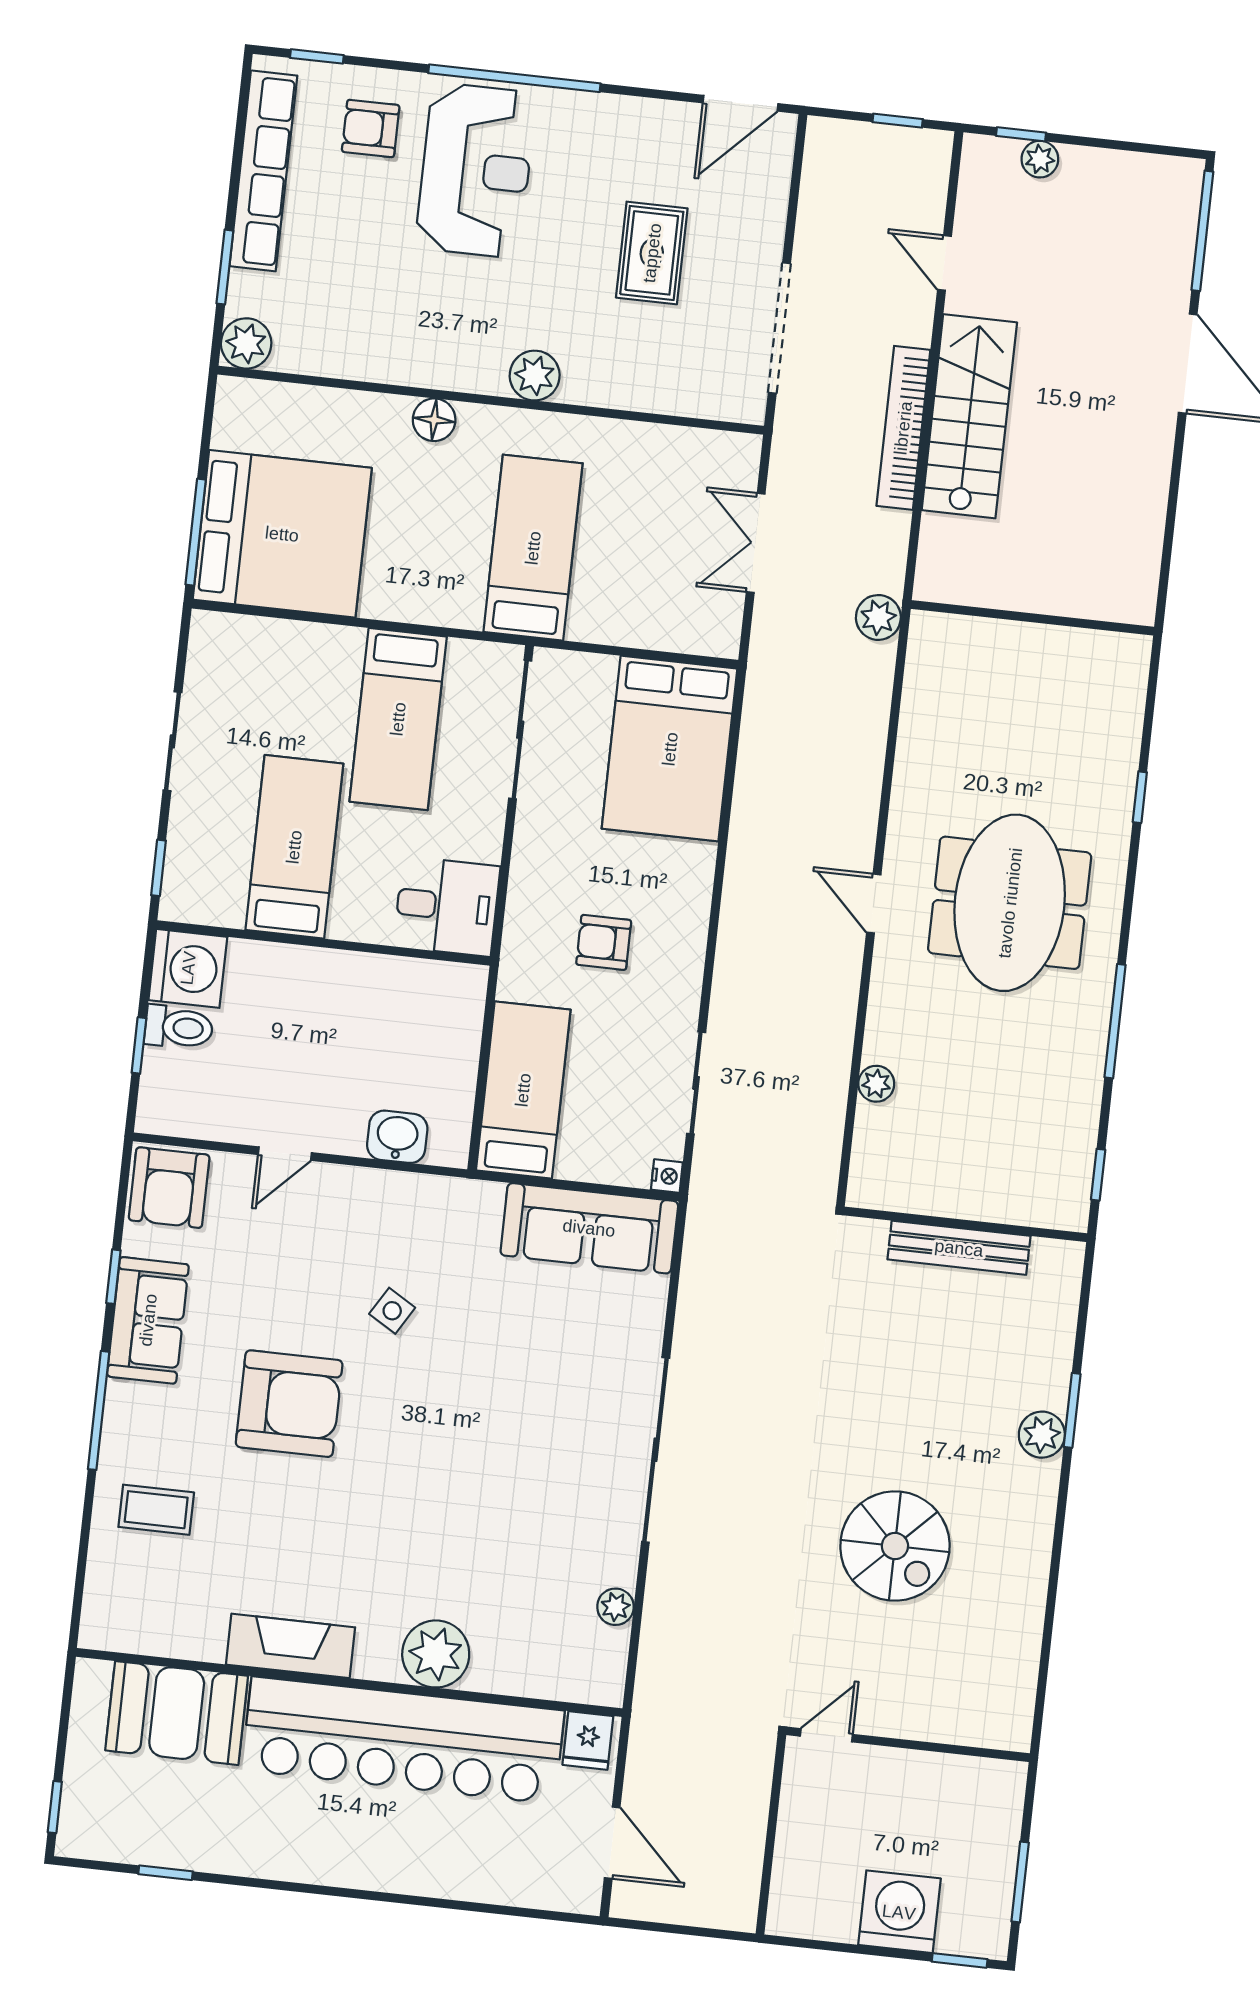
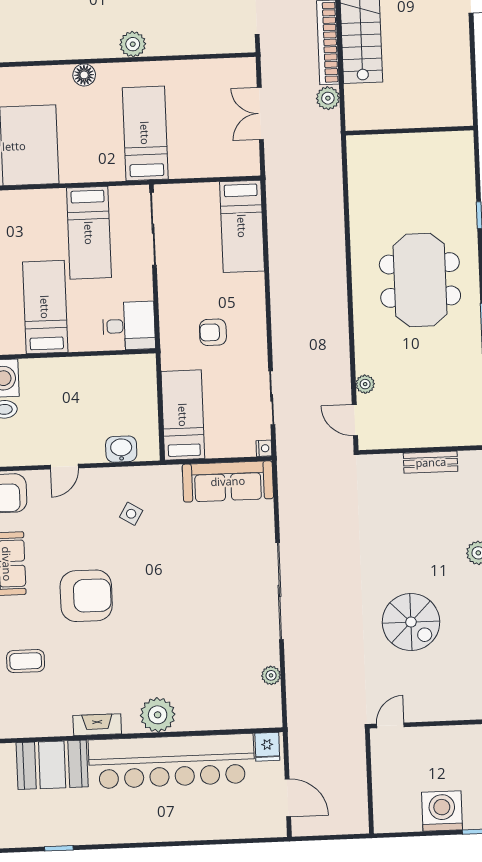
plant: (878, 617) -> (328, 98), moved
bed: (670, 749) -> (242, 226), width x0.67
door: (874, 904) -> (355, 420), moved
bench: (959, 1248) -> (431, 462), width x0.73
side table: (392, 1311) -> (131, 514), moved
fireplace: (290, 1646) -> (97, 725), width x0.73, depth x0.76
plant: (436, 1654) -> (158, 715), moved

